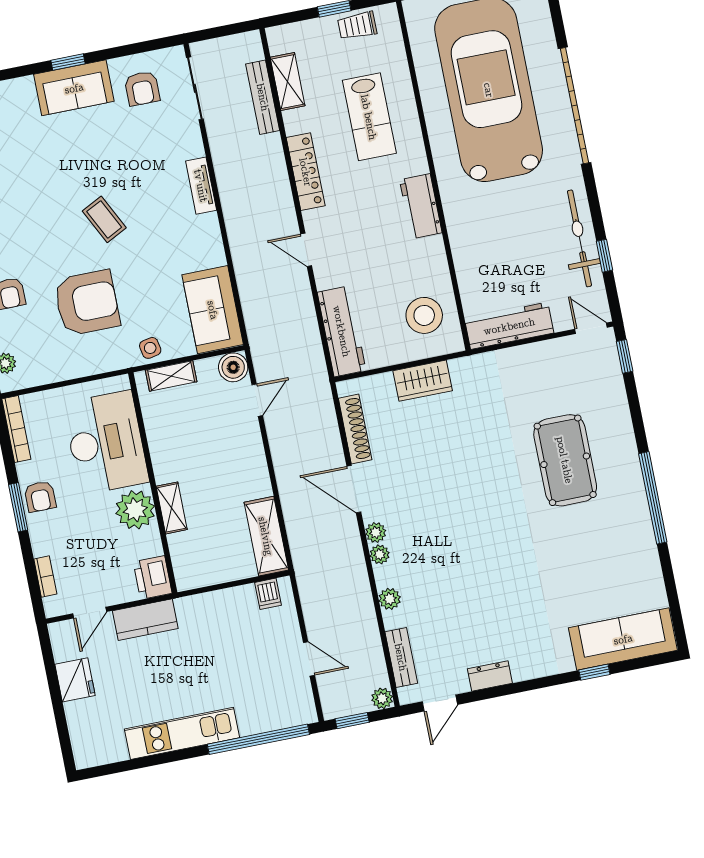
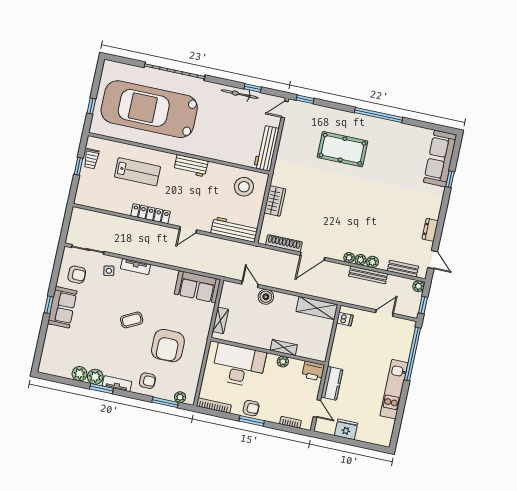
shelving: (288, 82) -> (104, 204), removed
bench: (263, 97) -> (368, 275), moved
bicycle: (579, 238) -> (240, 94), width x0.73, depth x0.71
armchair: (87, 303) -> (168, 346), turned 180
side table: (150, 348) -> (109, 271), moved
boiler: (233, 367) -> (266, 297), moved
plant: (135, 510) -> (283, 362), width x0.53, depth x0.53
plant: (376, 532) -> (360, 260), moved

